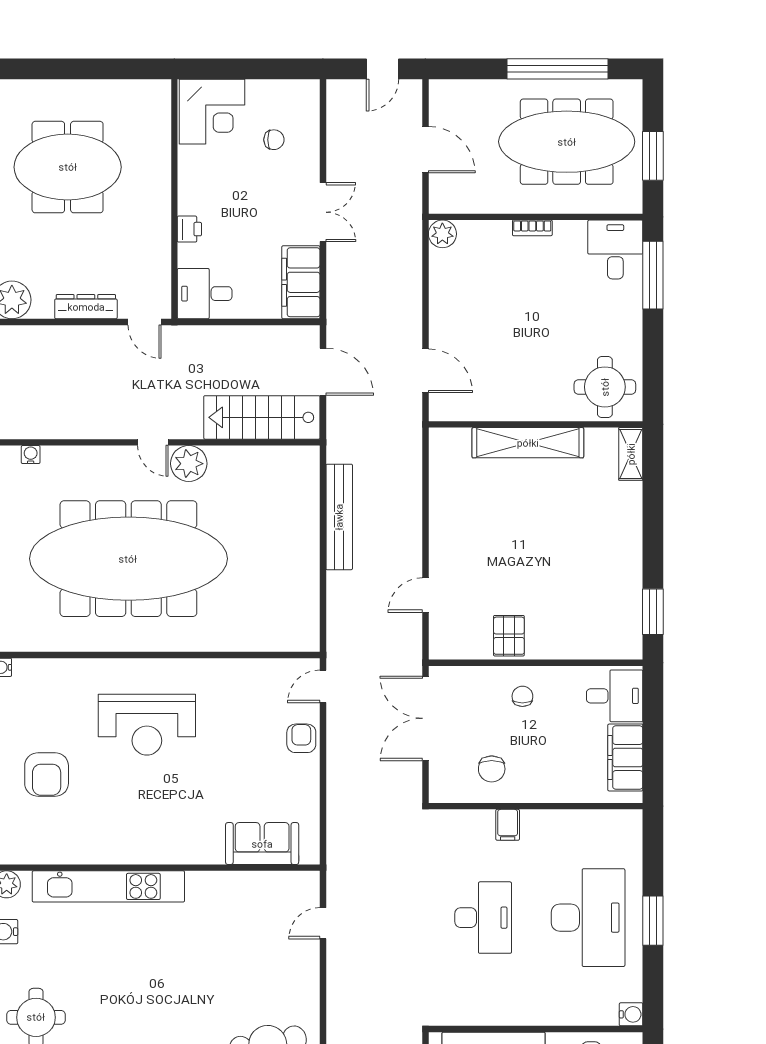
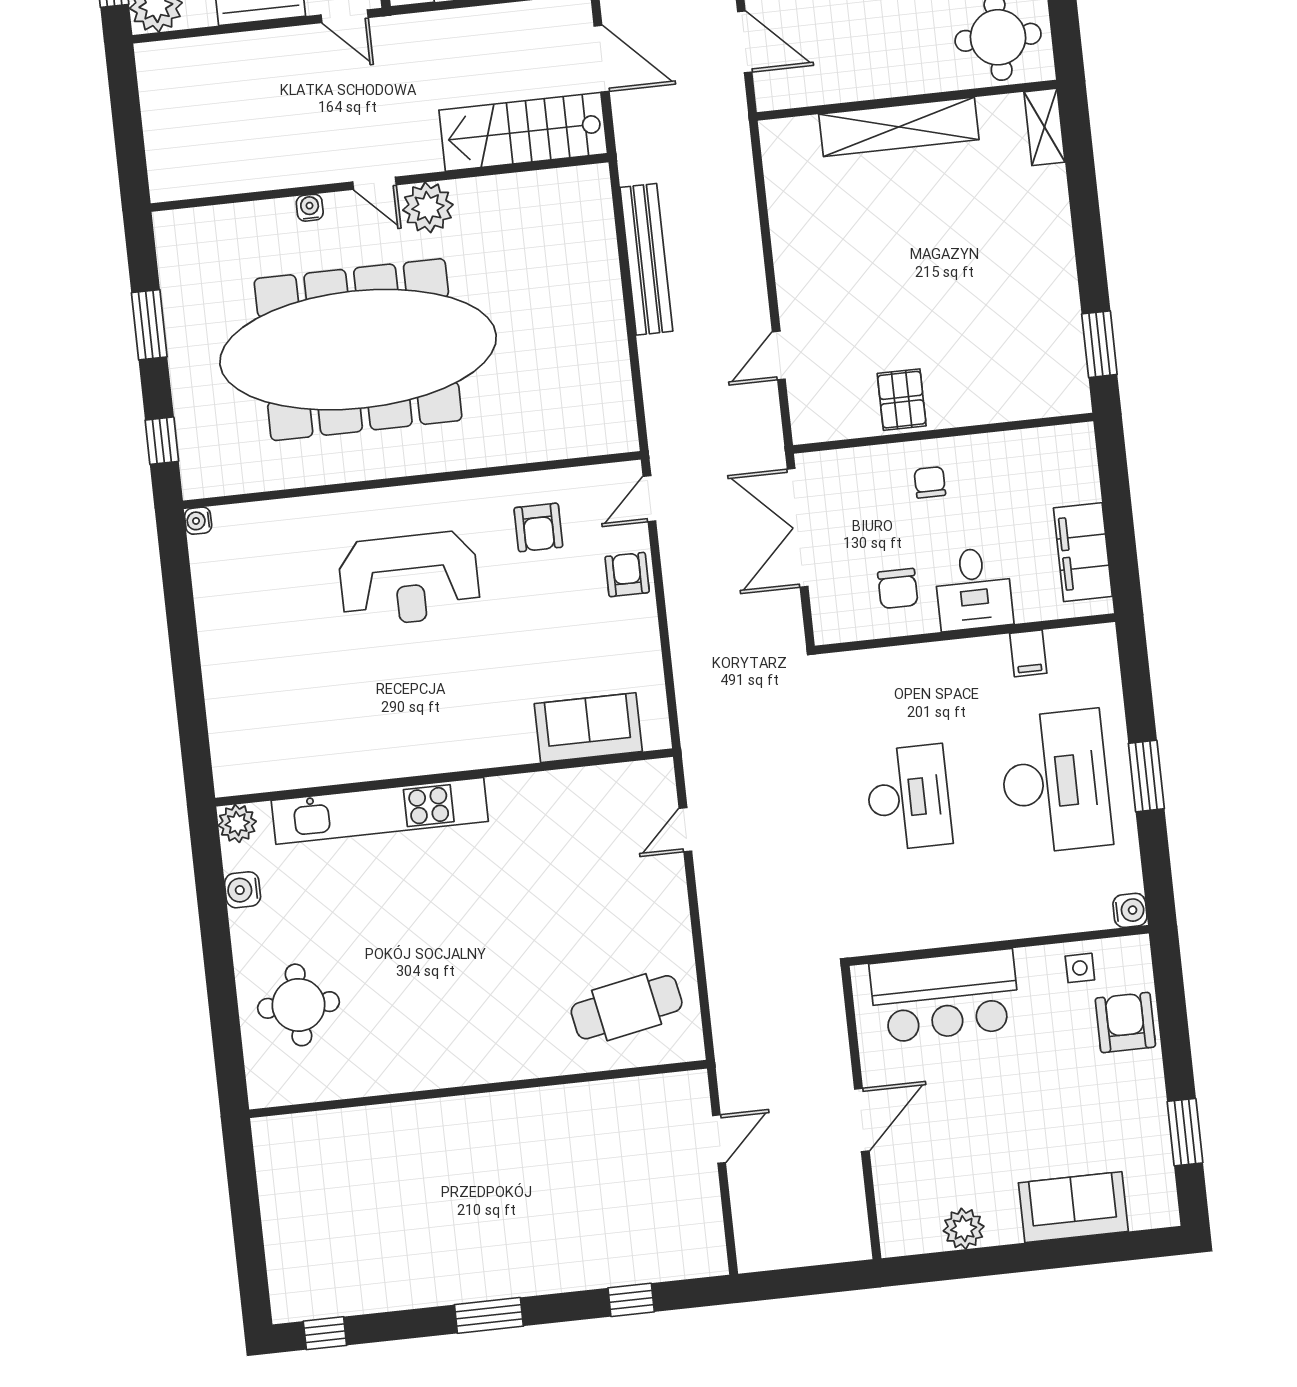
water cooler: (31, 455) -> (310, 208), moved
desk: (615, 696) -> (974, 589), moved, turned 90
armchair: (47, 774) -> (538, 527), moved, width x0.72, depth x0.72
filing cabinet: (508, 825) -> (1028, 653), moved

